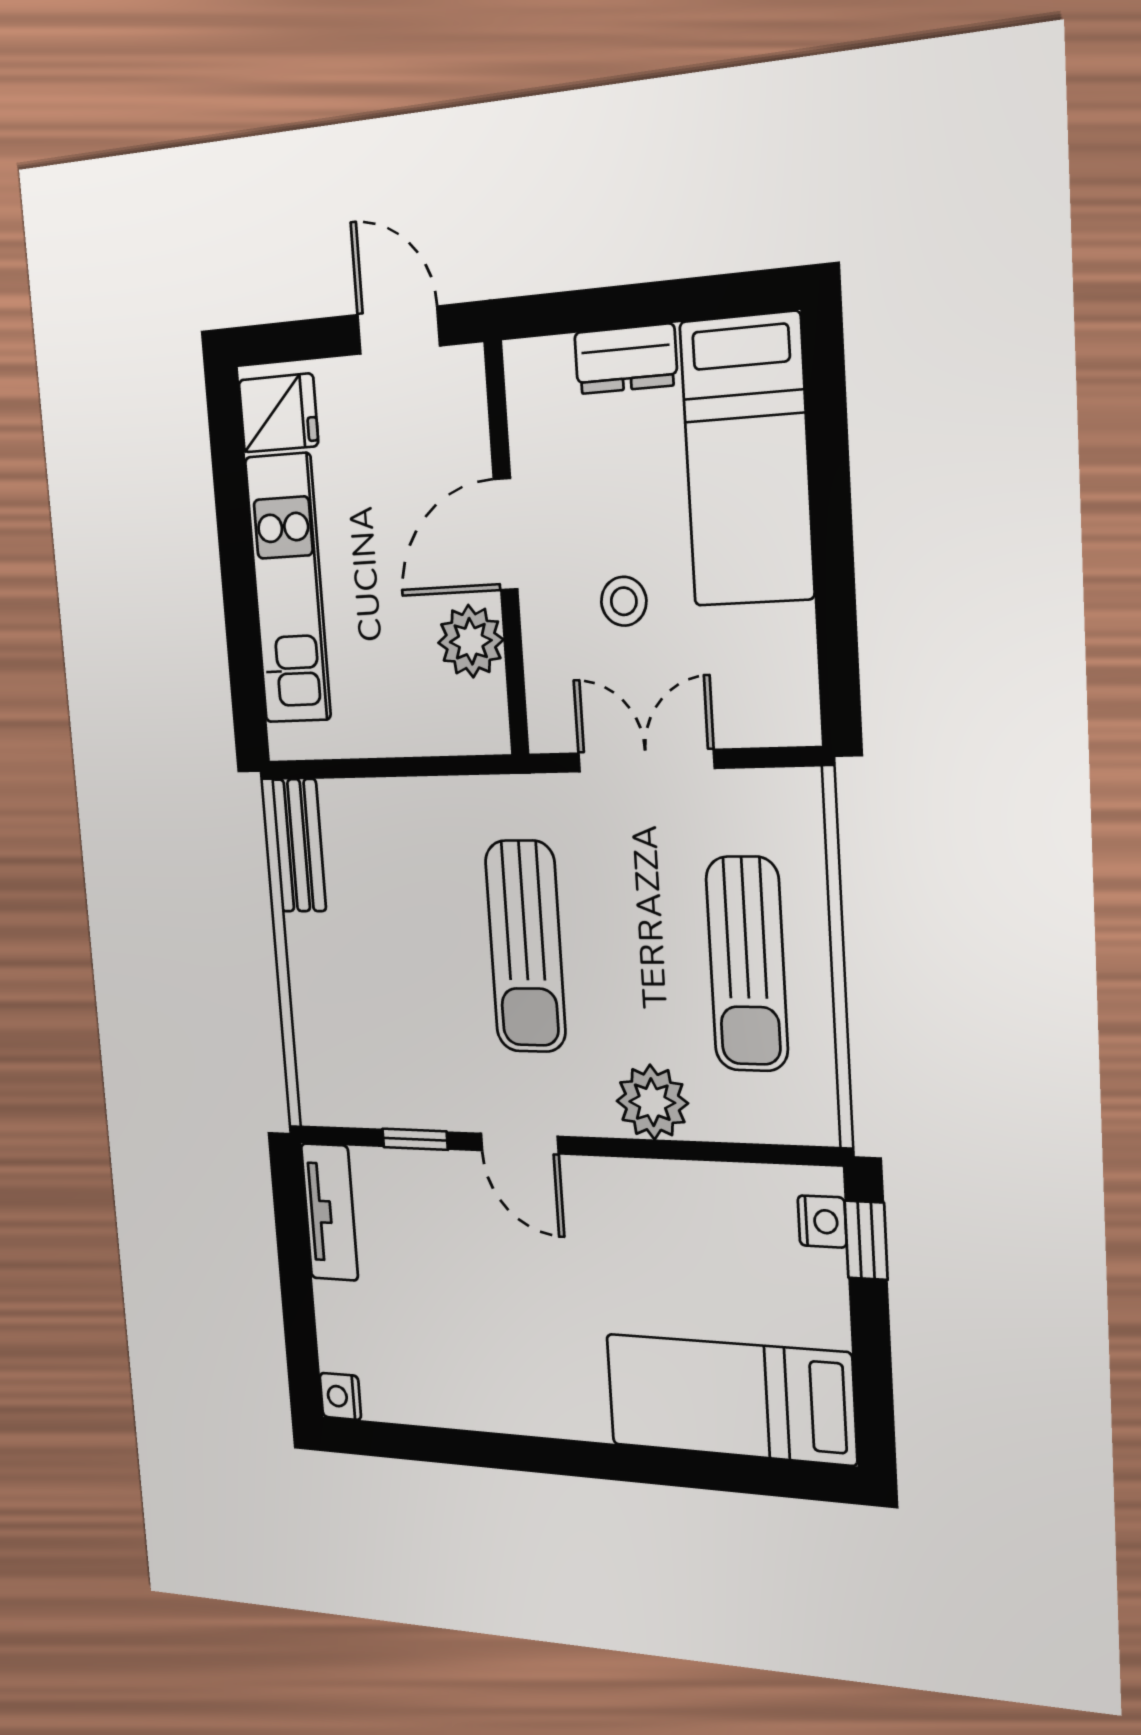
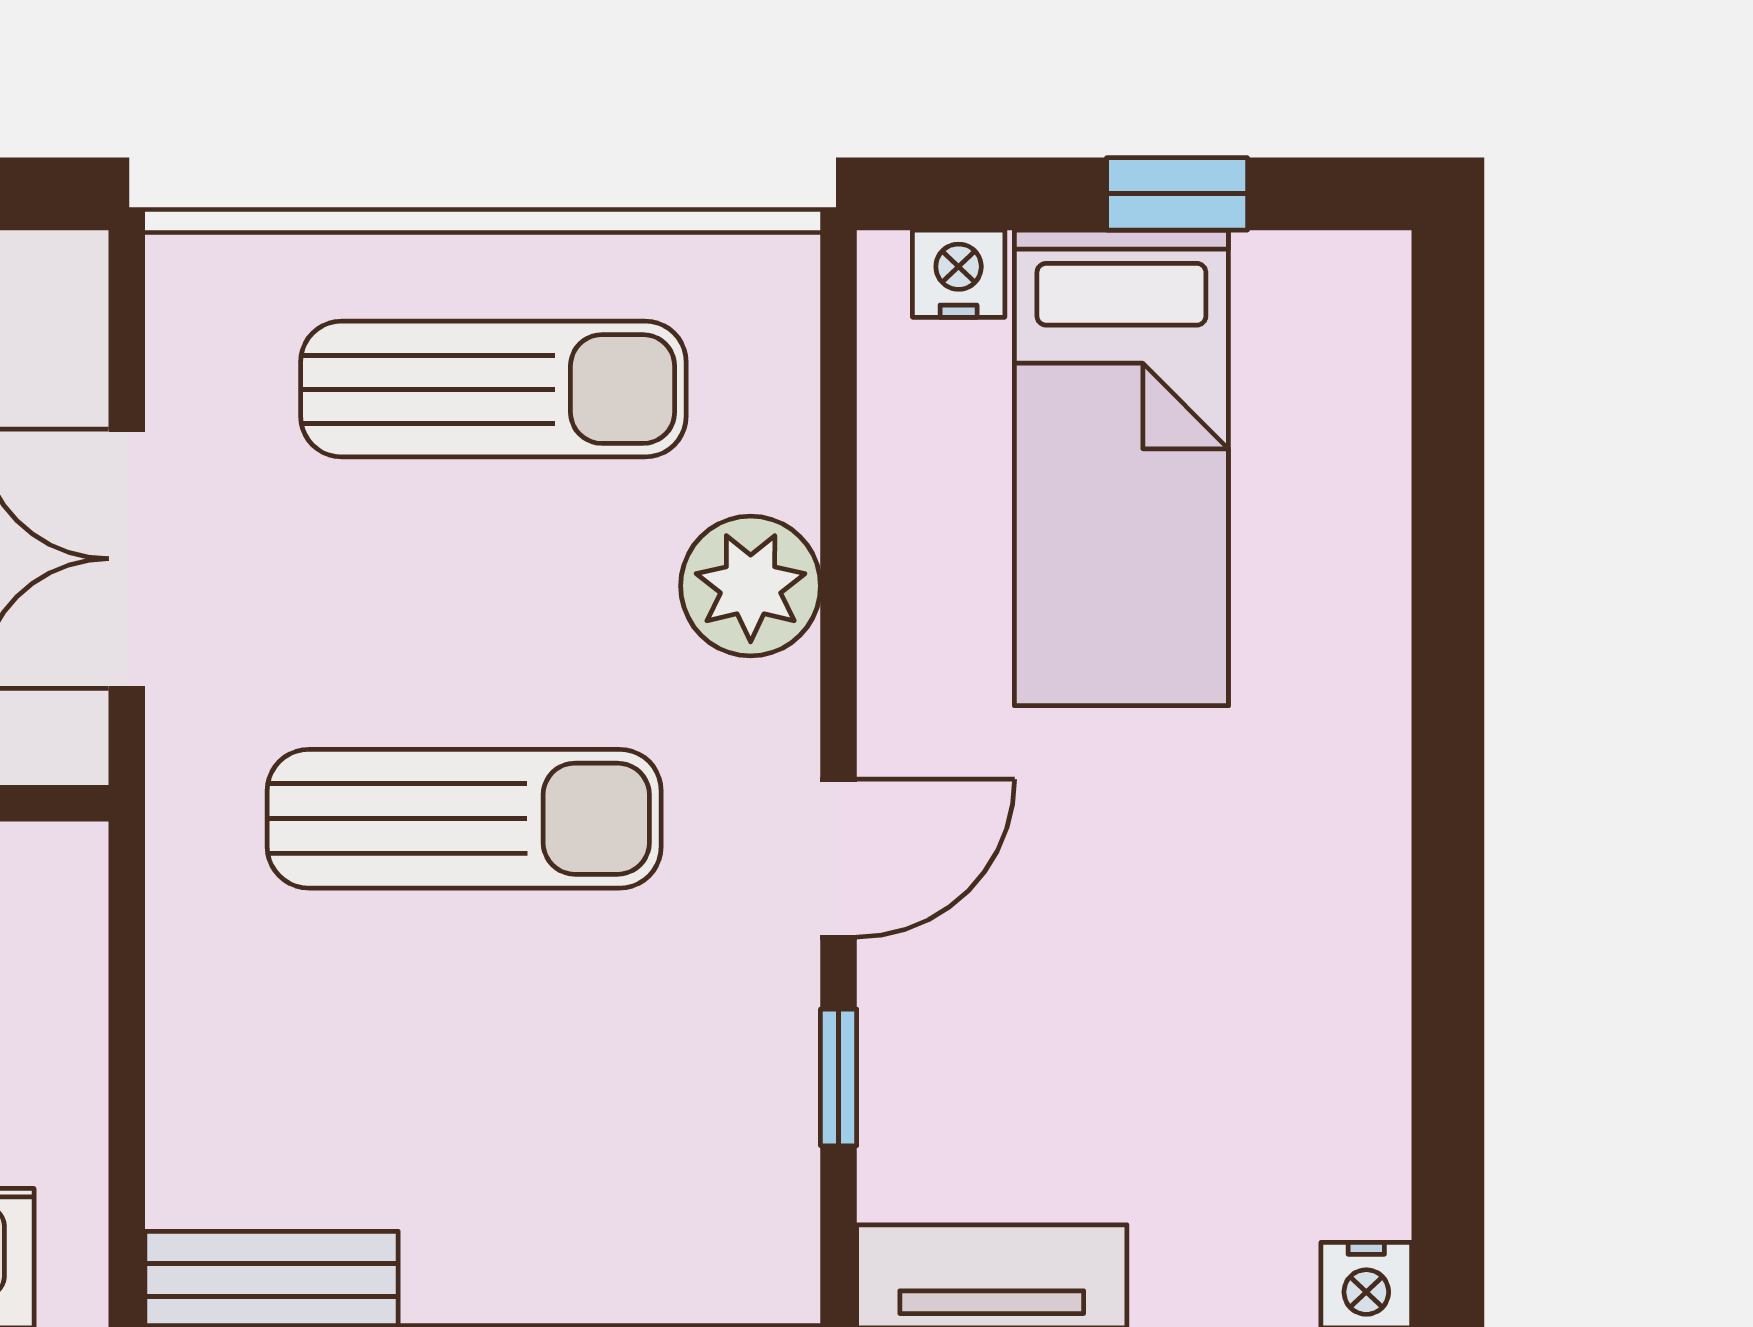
window: (866, 1240) -> (1177, 194), moved
bed: (730, 1399) -> (1121, 468), moved

